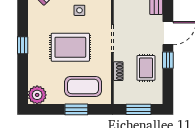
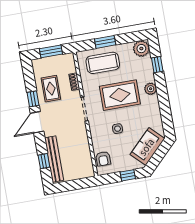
window: (23, 45) -> (157, 65), moved
plant: (35, 48) -> (151, 89), added

